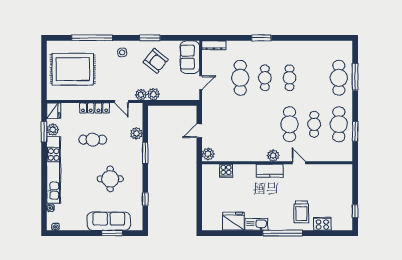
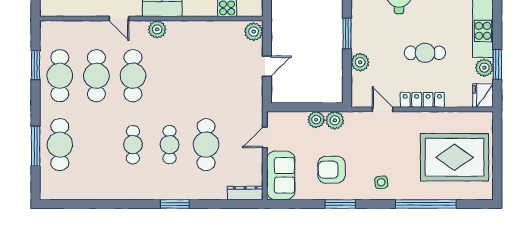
armchair: (156, 61) -> (331, 170), turned -39
plant: (141, 95) -> (316, 120), moved
cafe table: (314, 124) -> (96, 76), width x1.37, depth x1.35

